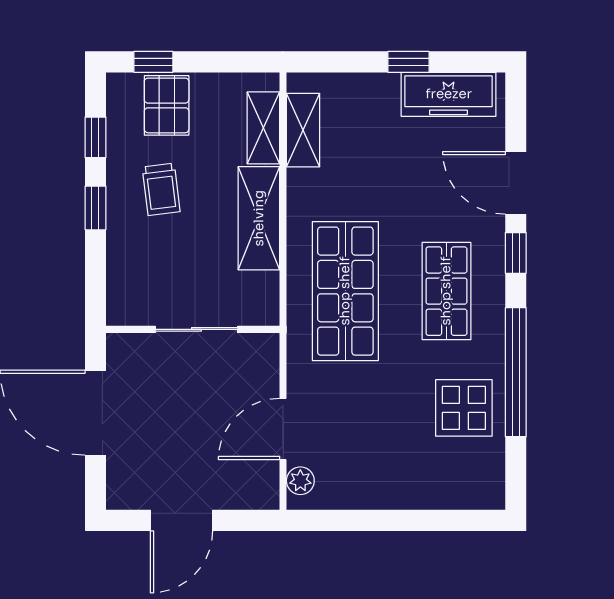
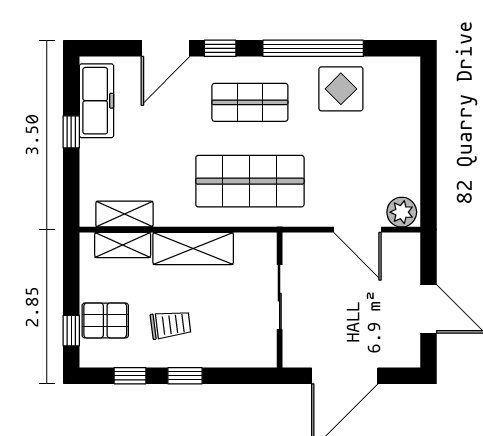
plant: (300, 481) -> (402, 212), width x1.38, depth x1.38

